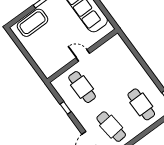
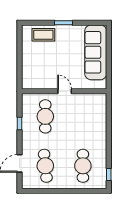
coffee table: (33, 23) -> (43, 35), width x0.73, depth x0.76

